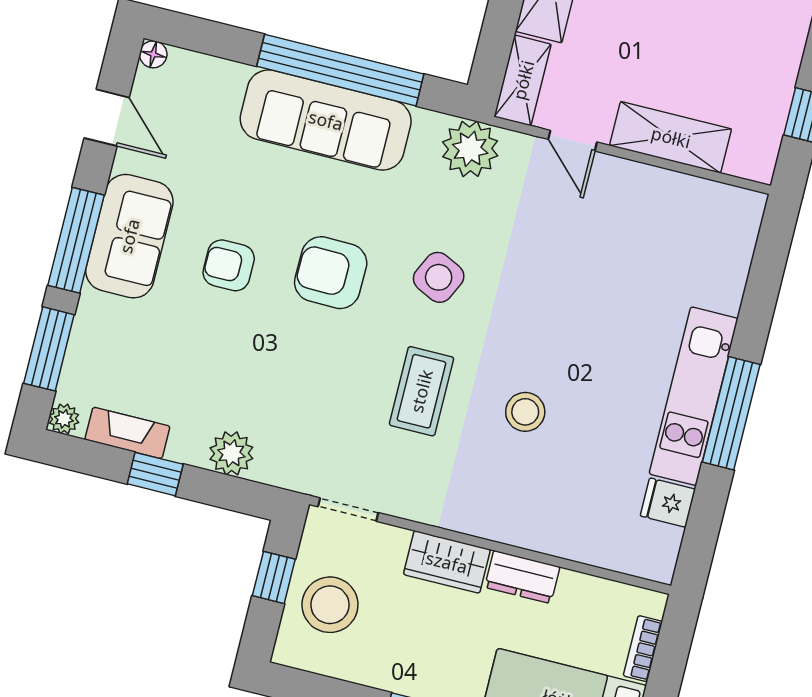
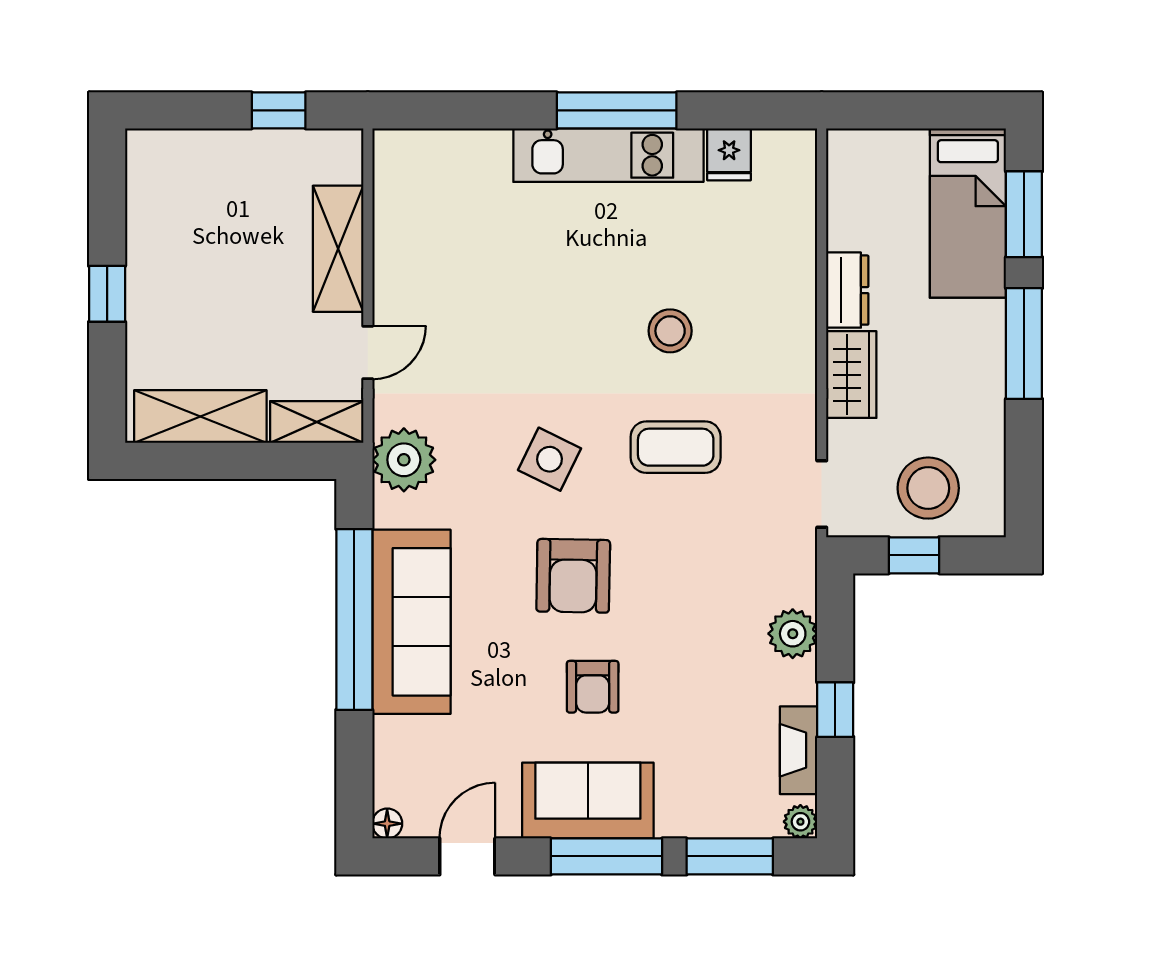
bookcase: (643, 649) -> (892, 142), removed

